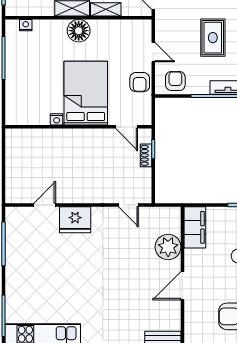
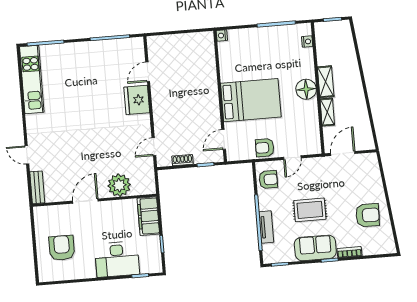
nightstand: (57, 119) -> (222, 35), moved
shoe rack: (146, 155) -> (182, 160), moved
door: (45, 205) -> (148, 72), swing flipped
filing cabinet: (195, 227) -> (148, 216), moved, turned 90
door: (182, 286) -> (85, 201), hinge flipped

